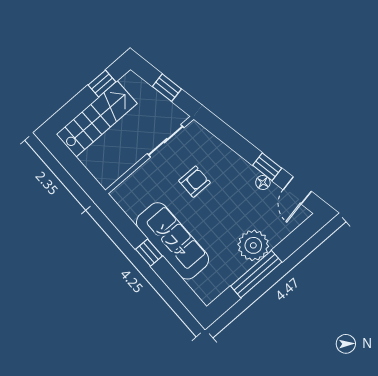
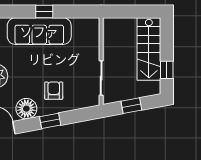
window: (267, 167) -> (50, 121), moved
armchair: (195, 182) -> (54, 91), moved, turned 180
floor lamp: (263, 183) -> (26, 109), width x1.89, depth x1.89

